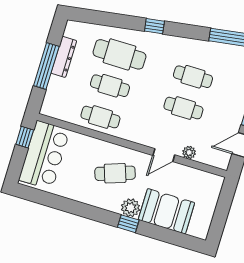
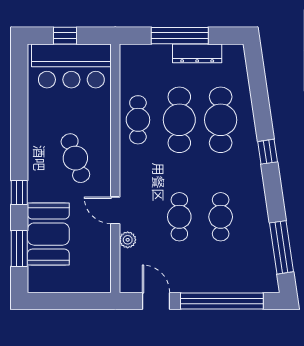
cafe table: (110, 86) -> (179, 120), width x1.37, depth x1.35
window: (25, 137) -> (65, 36), moved
plant: (131, 208) -> (39, 189), removed
window: (171, 237) -> (19, 249), added

